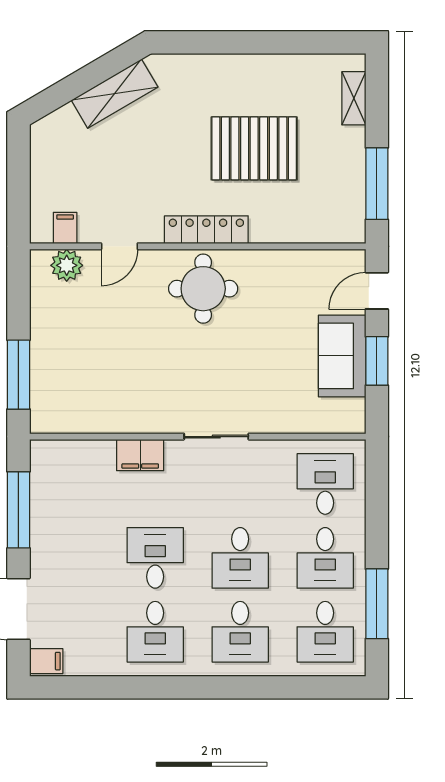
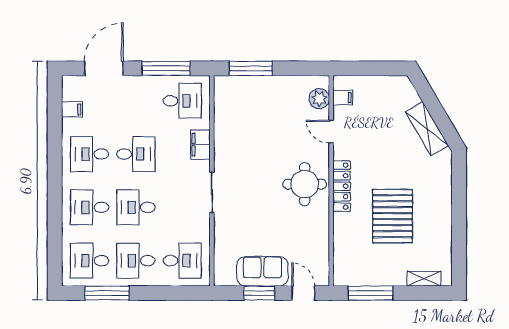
desk: (70, 484) -> (182, 101), added
filing cabinet: (46, 661) -> (72, 109), moved, turned -90

